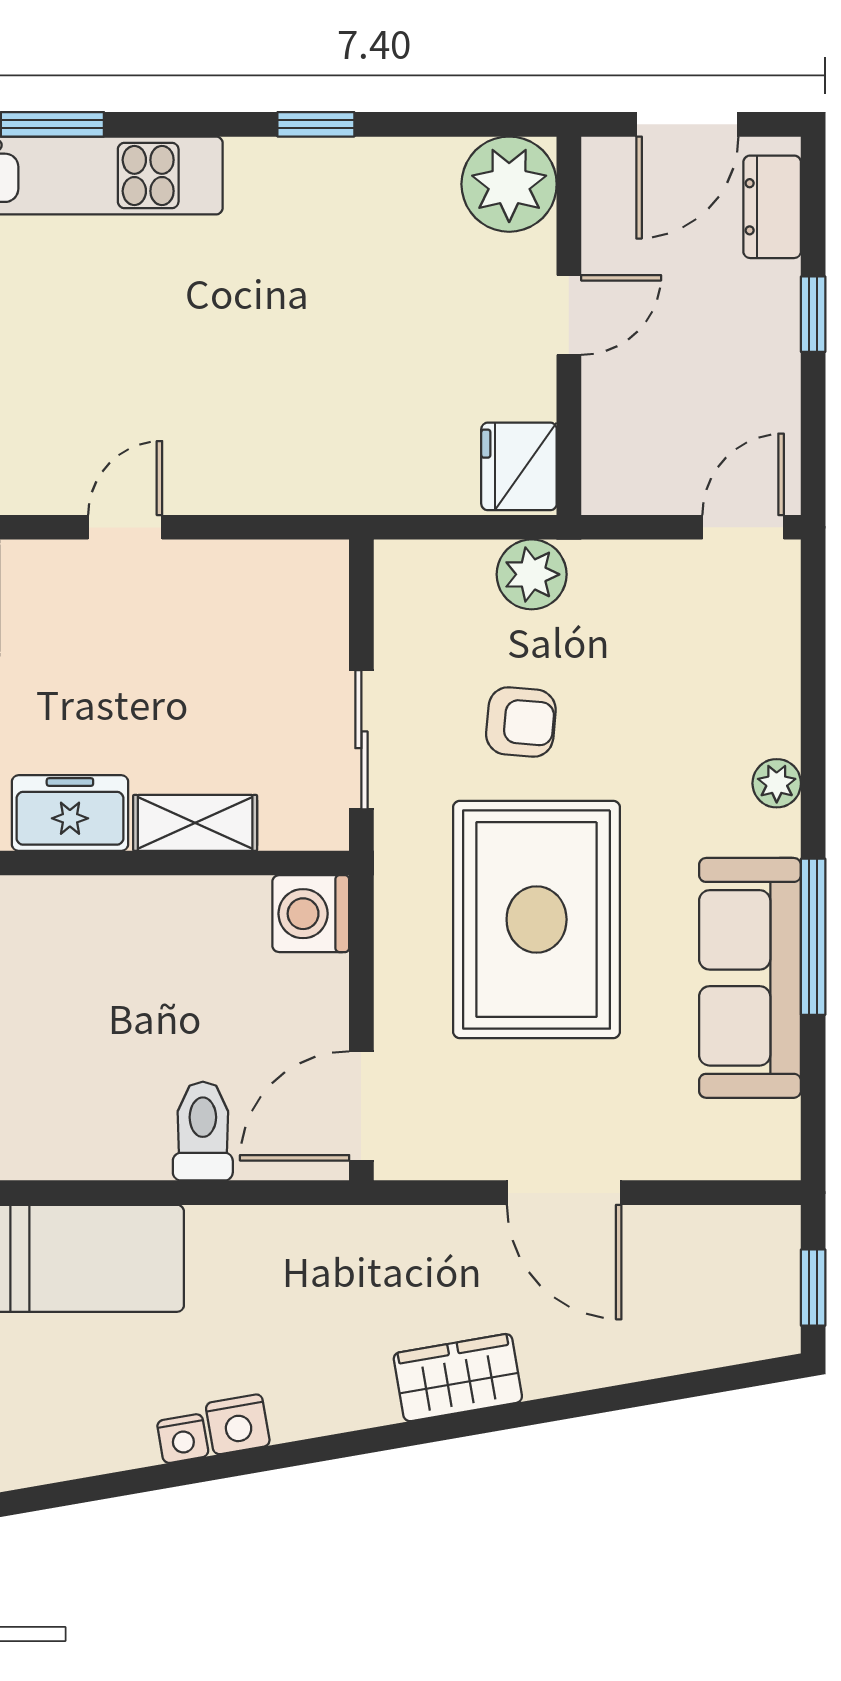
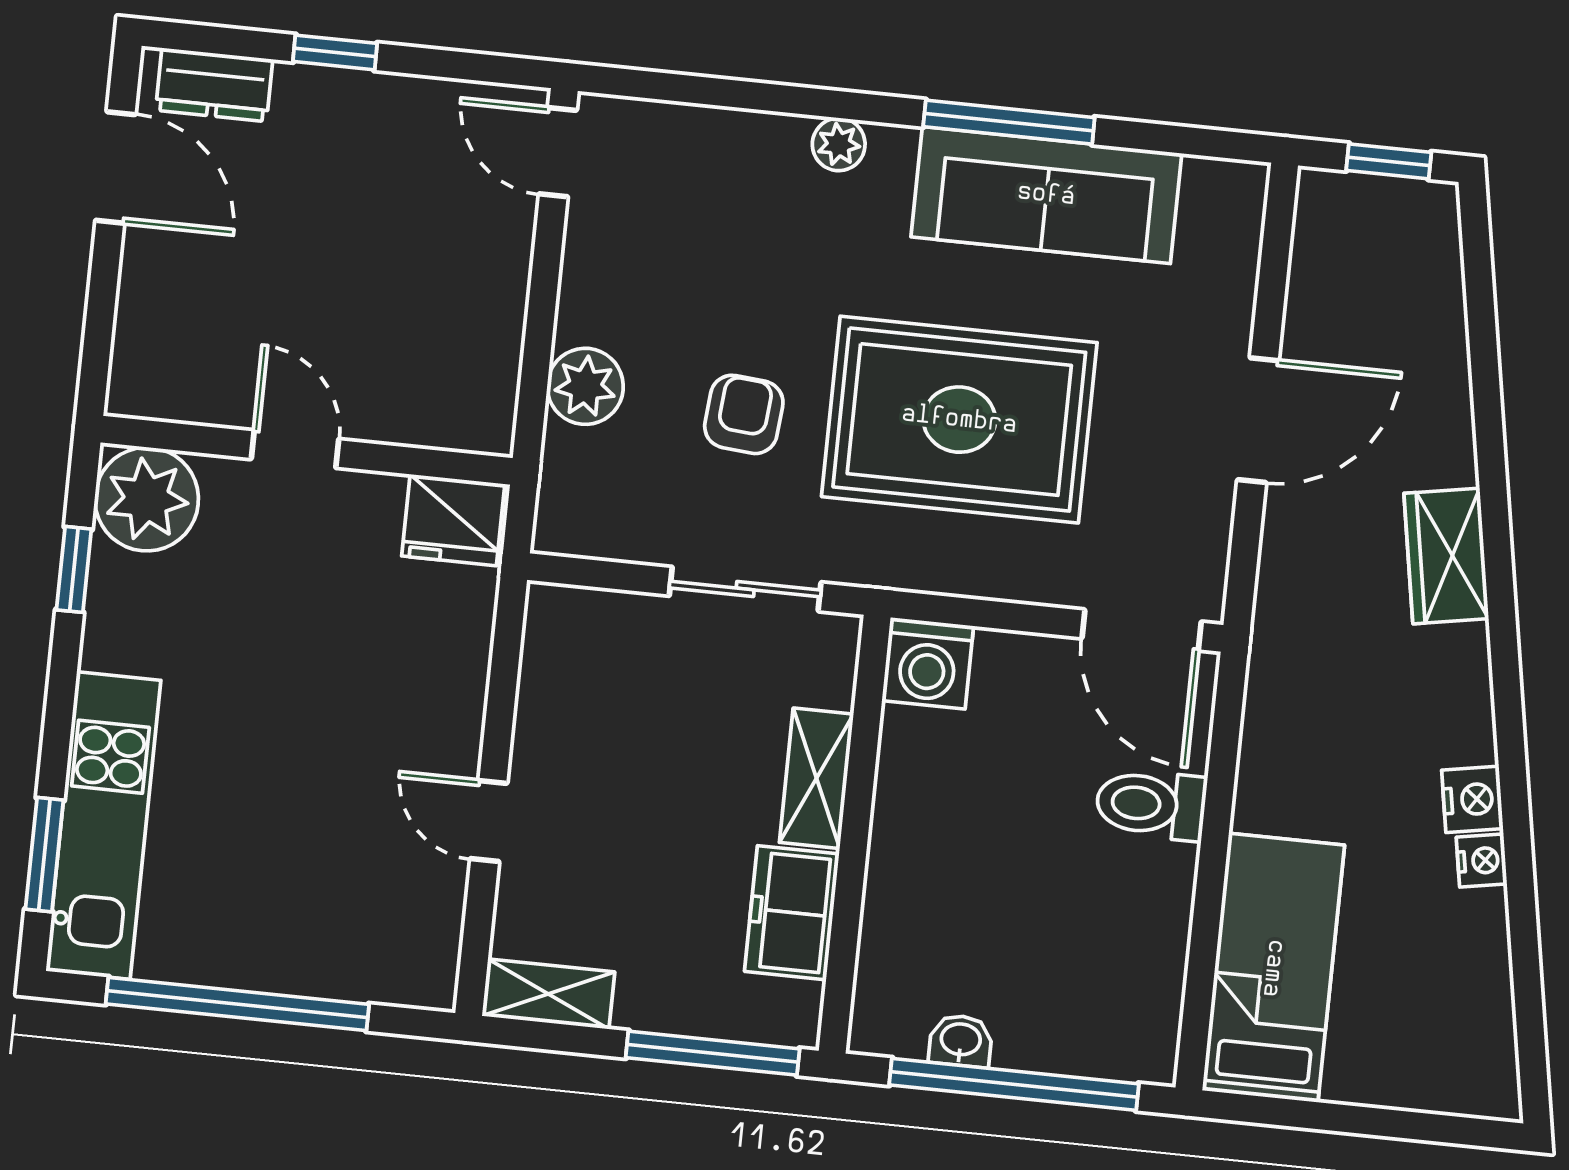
plant: (509, 184) -> (147, 499), moved
door: (569, 315) -> (295, 449), moved
wall: (569, 326) -> (307, 450), moved
fridge: (519, 466) -> (453, 520), moved

